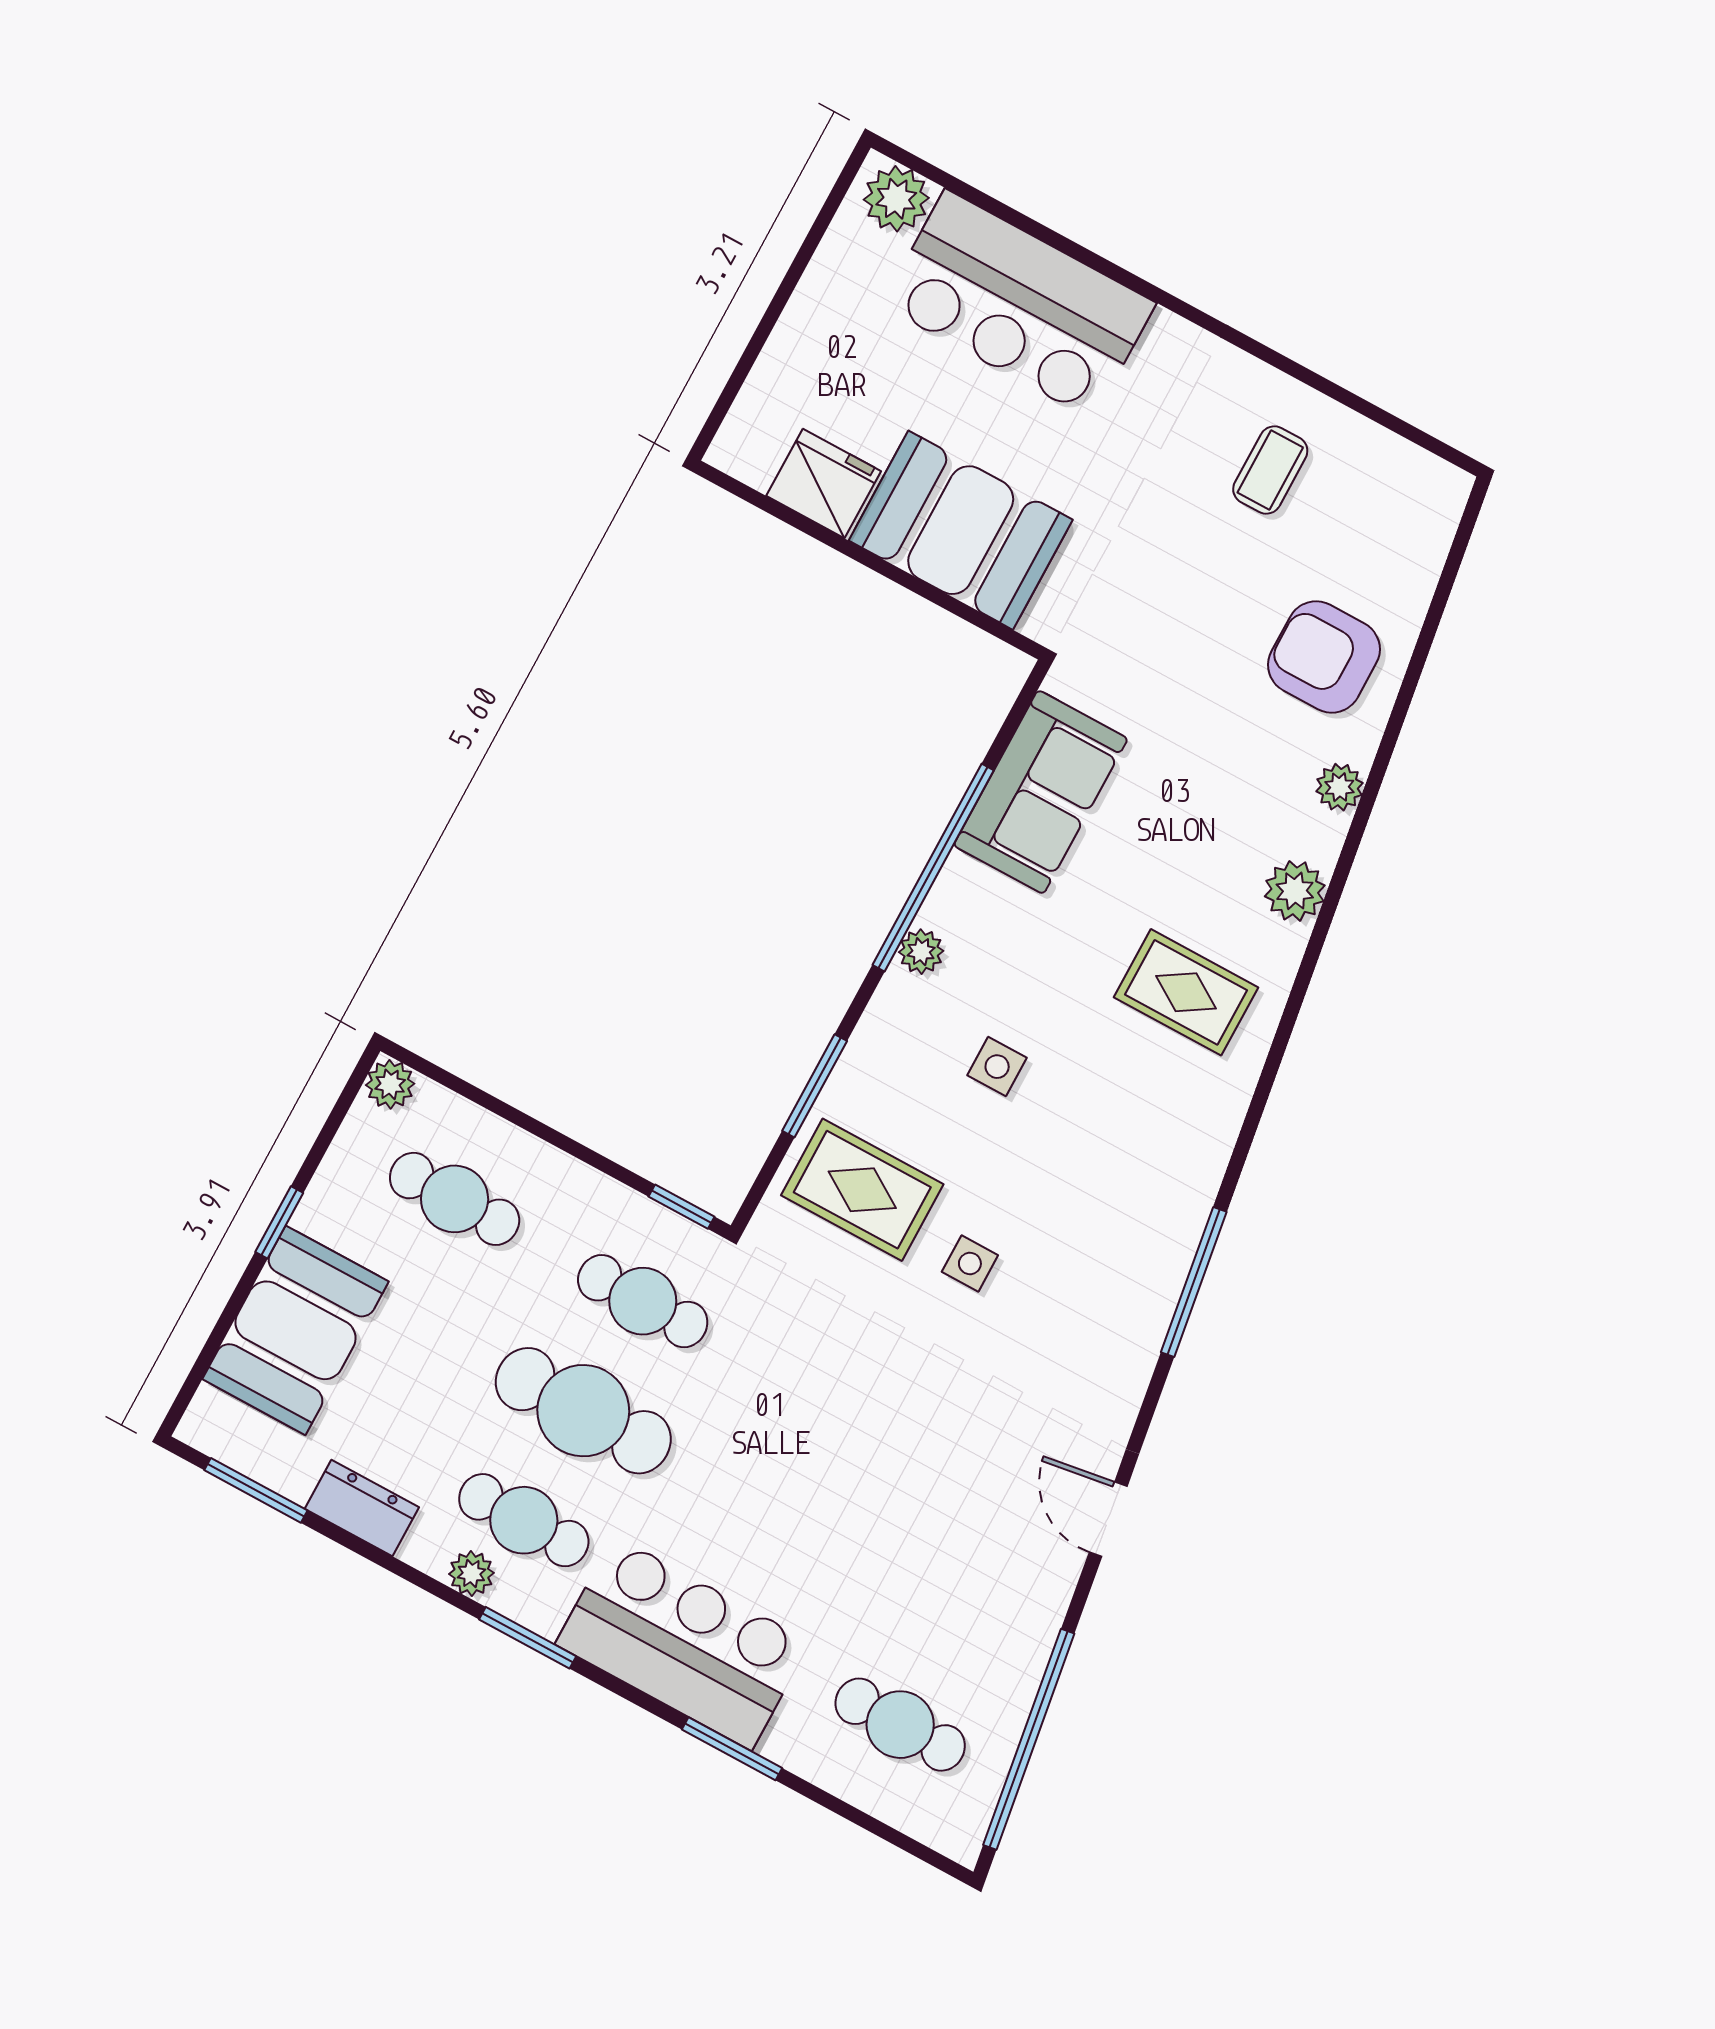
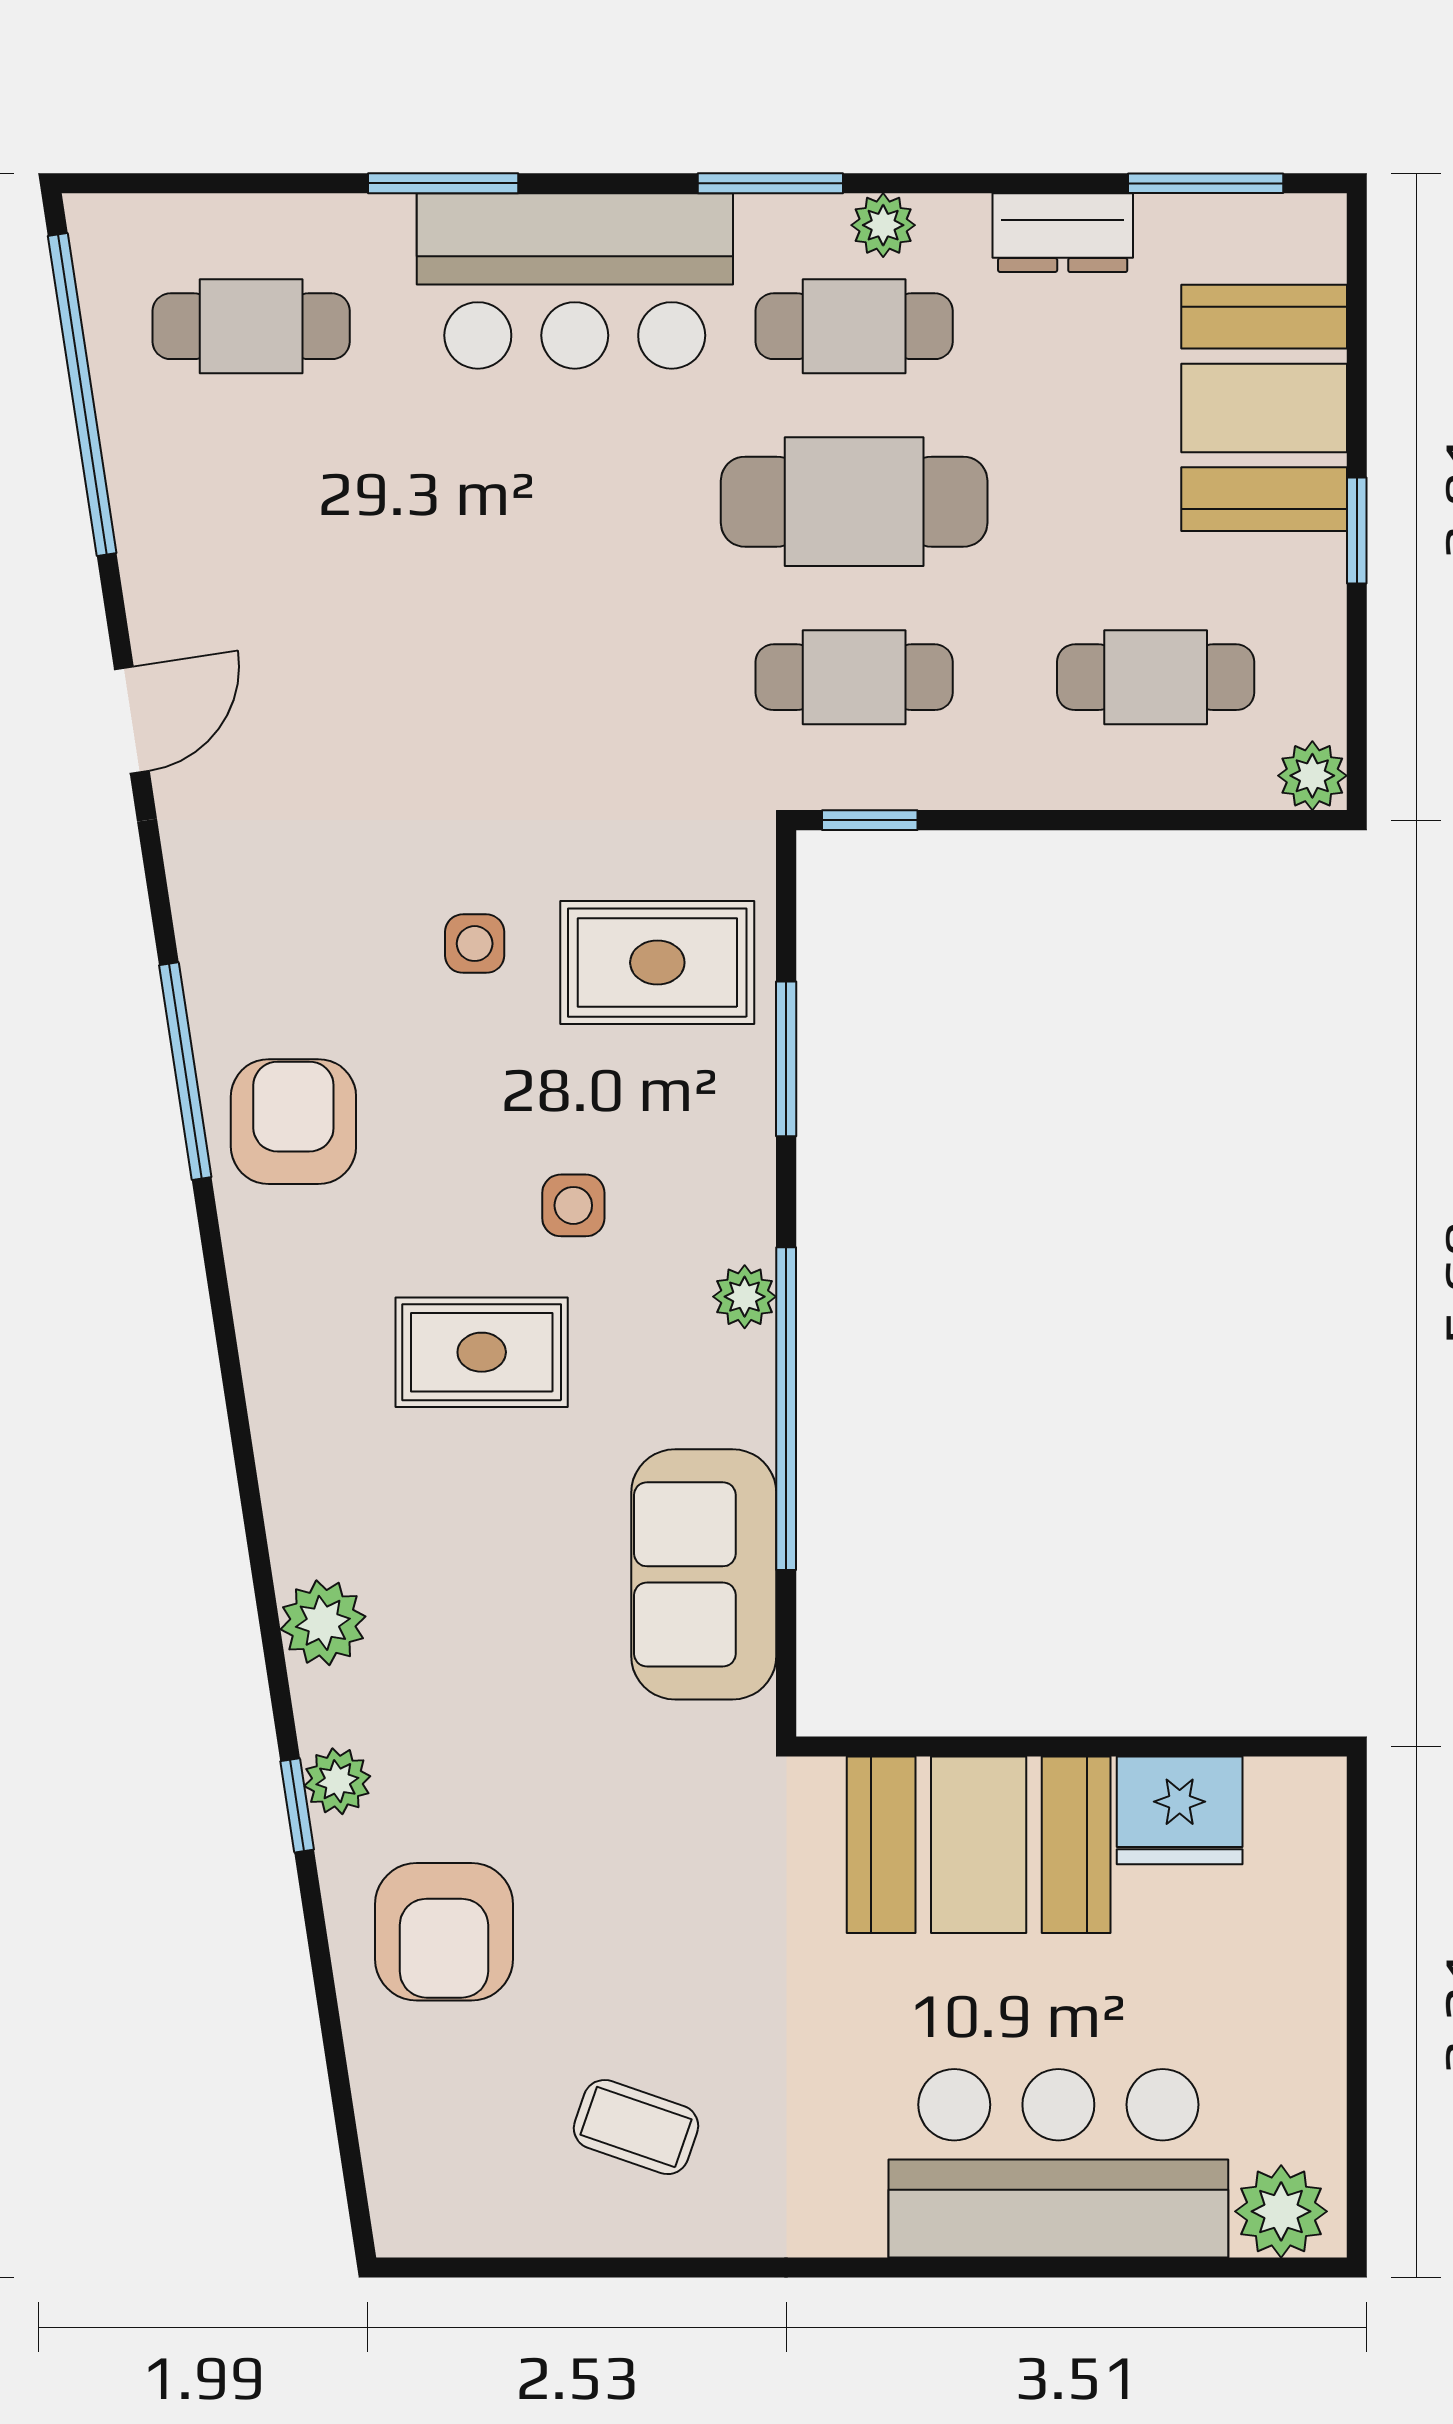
coffee table: (1270, 470) -> (636, 2127), turned -71
armchair: (1324, 657) -> (444, 1932), turned 90
window: (1373, 786) -> (297, 1805), added
rug: (1186, 992) -> (482, 1352), moved
armchair: (1143, 1214) -> (293, 1122), added
door: (1108, 1519) -> (132, 720), hinge flipped

